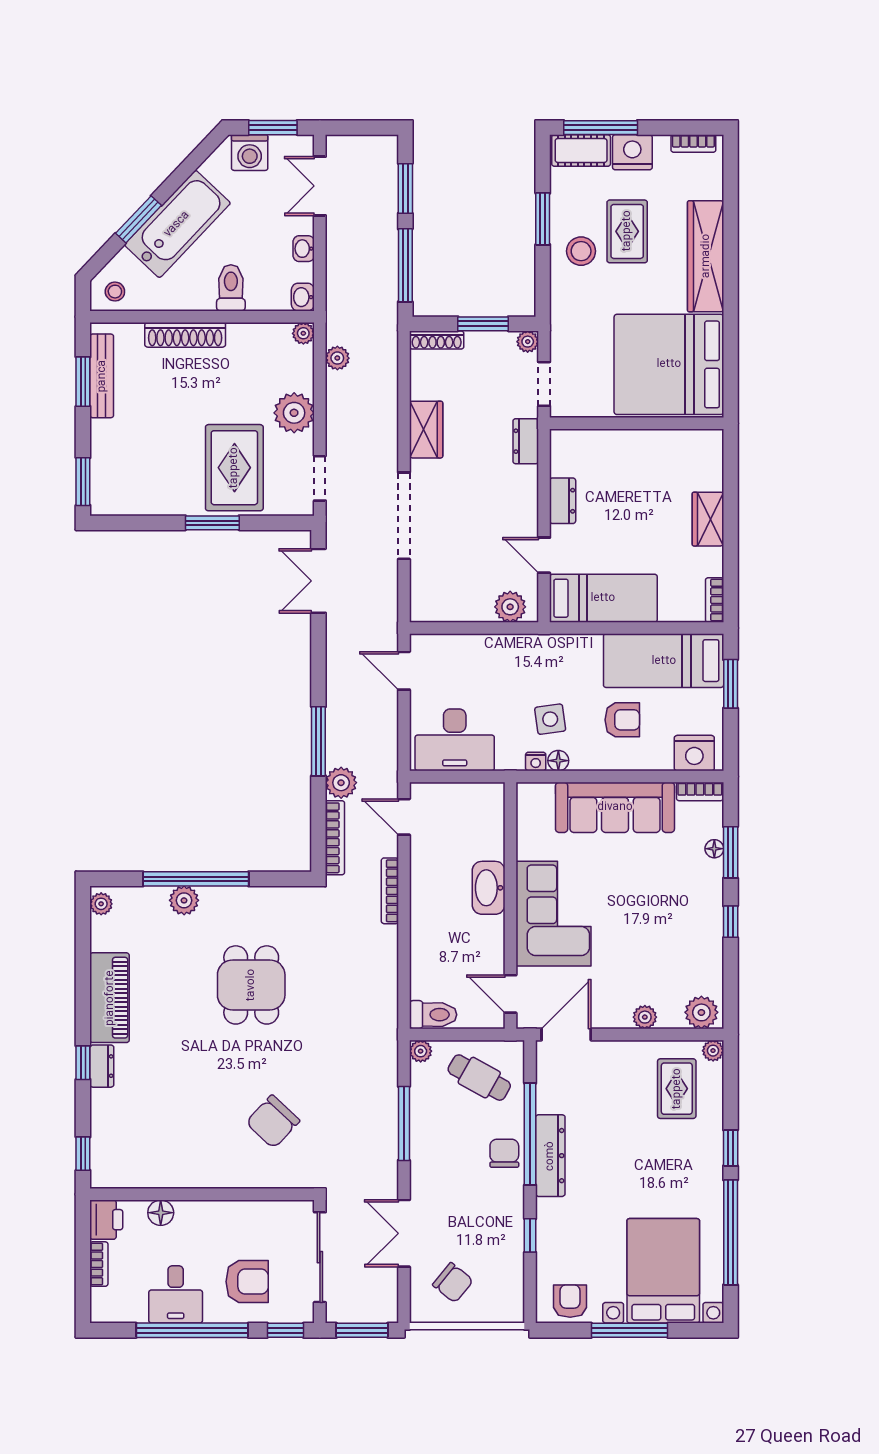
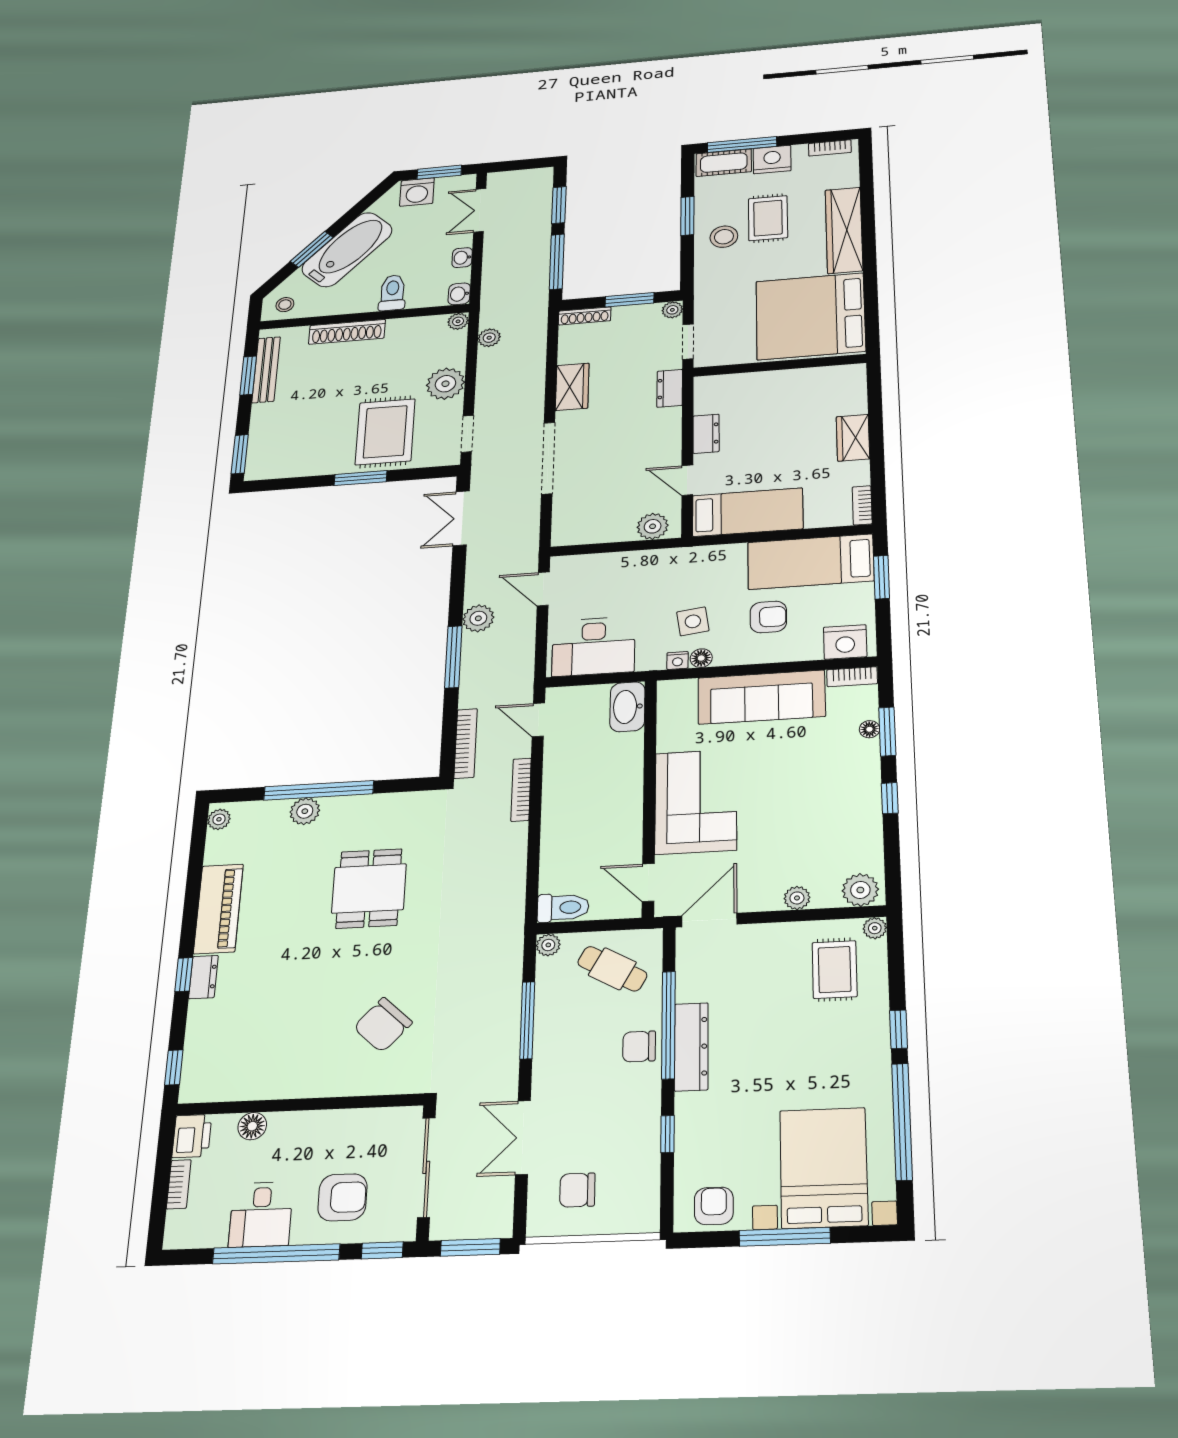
plant: (341, 783) -> (478, 618), moved
washbasin: (489, 888) -> (627, 707), moved
chair: (504, 1153) -> (639, 1046), turned -90
chair: (453, 1283) -> (577, 1190), turned 141

